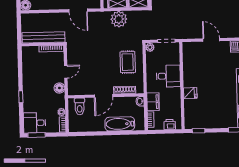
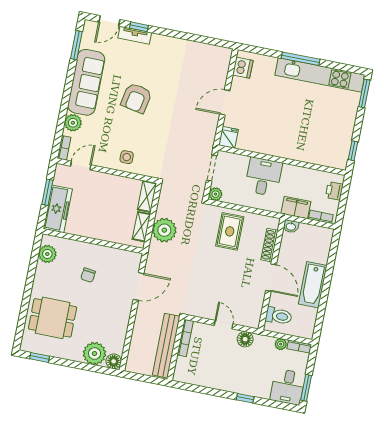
rug: (128, 62) -> (230, 231), turned 90
fridge: (190, 93) -> (228, 137), moved
bathtub: (120, 124) -> (313, 285), moved

